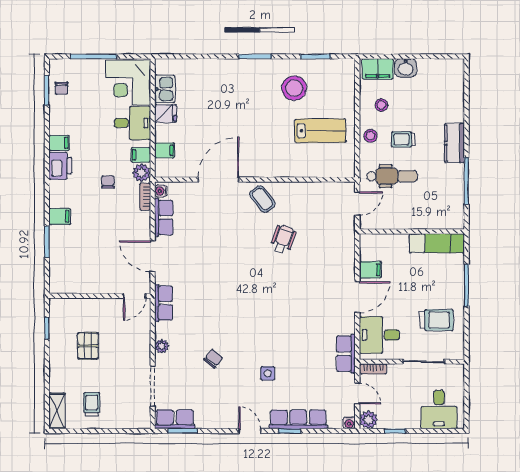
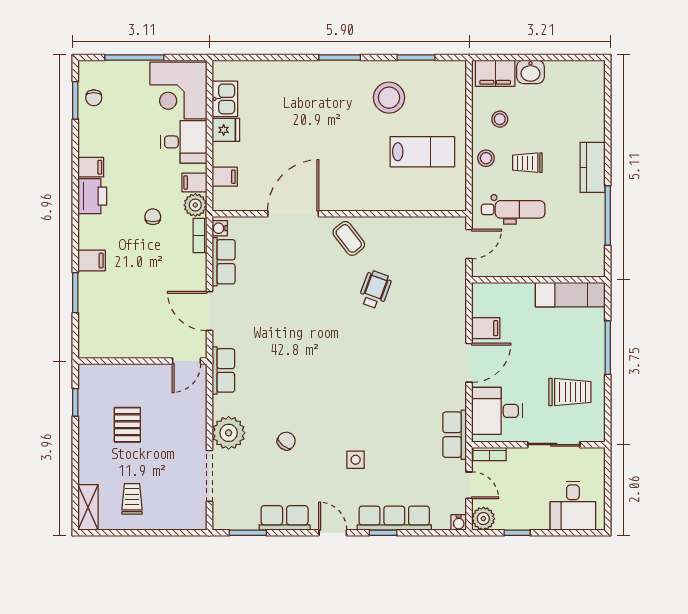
plant: (162, 346) -> (229, 433), width x1.88, depth x1.88
row of seats: (175, 419) -> (285, 518), moved

